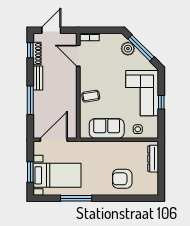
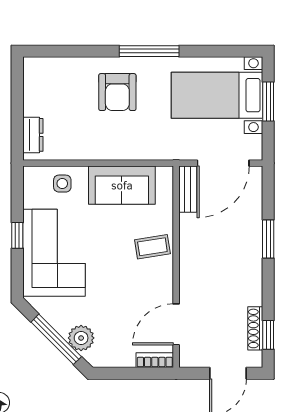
door: (78, 56) -> (176, 324), swing flipped
bench: (38, 78) -> (188, 189), moved
window: (30, 100) -> (268, 239), width x0.69
dresser: (153, 159) -> (33, 135), width x0.70
armchair: (122, 179) -> (117, 92), moved, turned 90
window: (76, 198) -> (149, 51), moved

